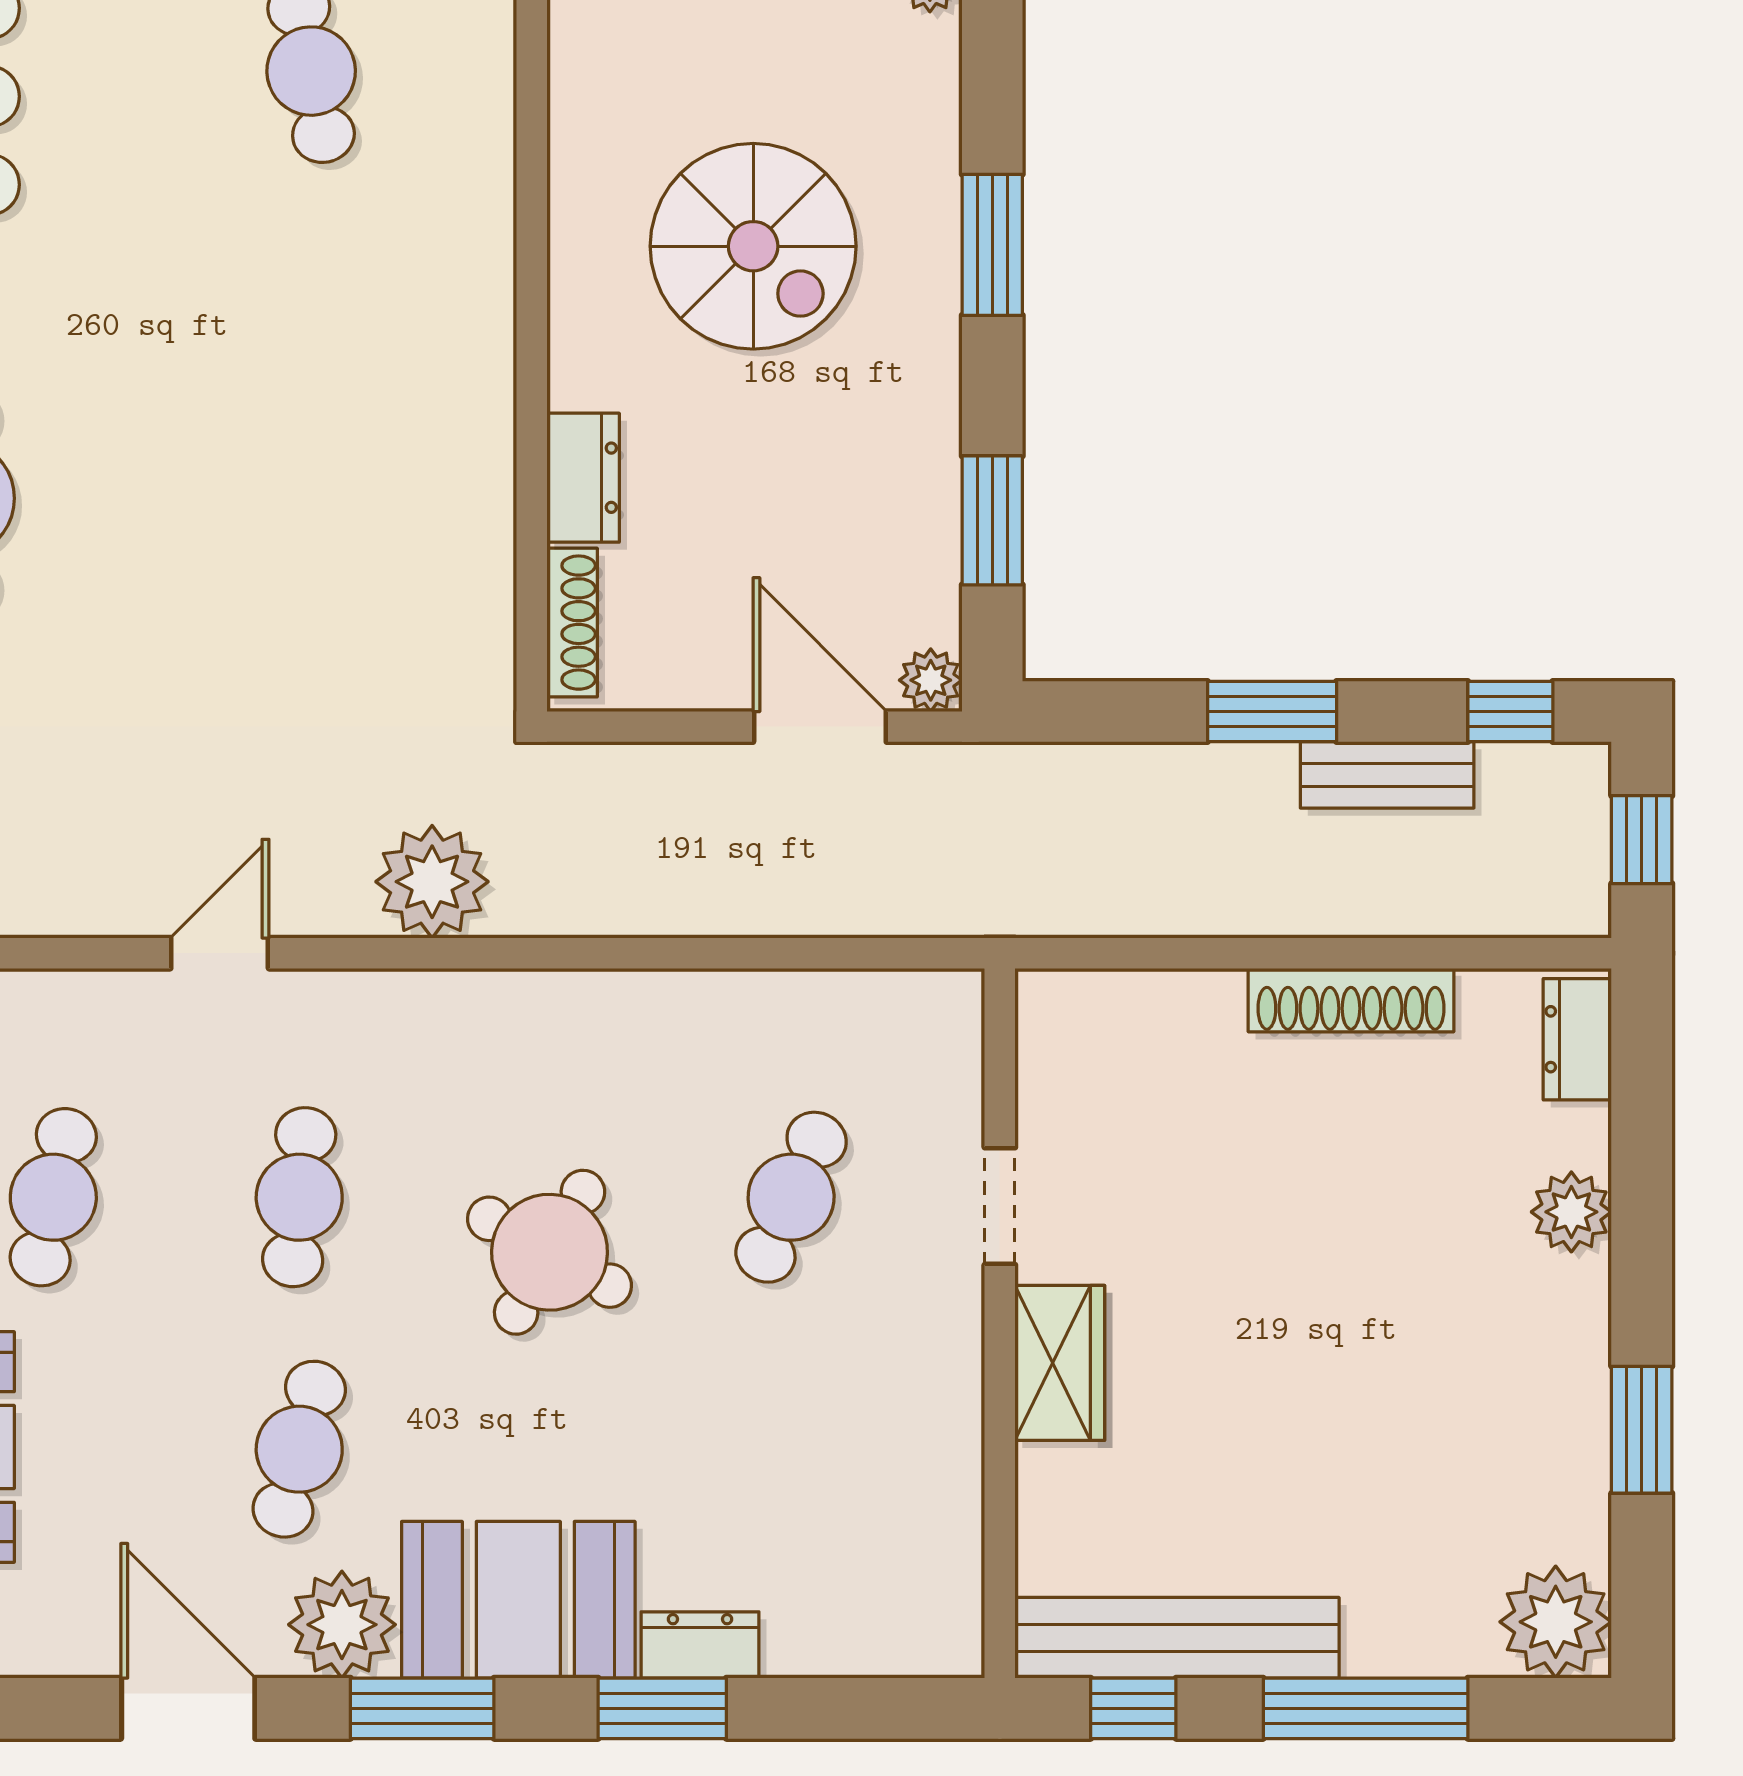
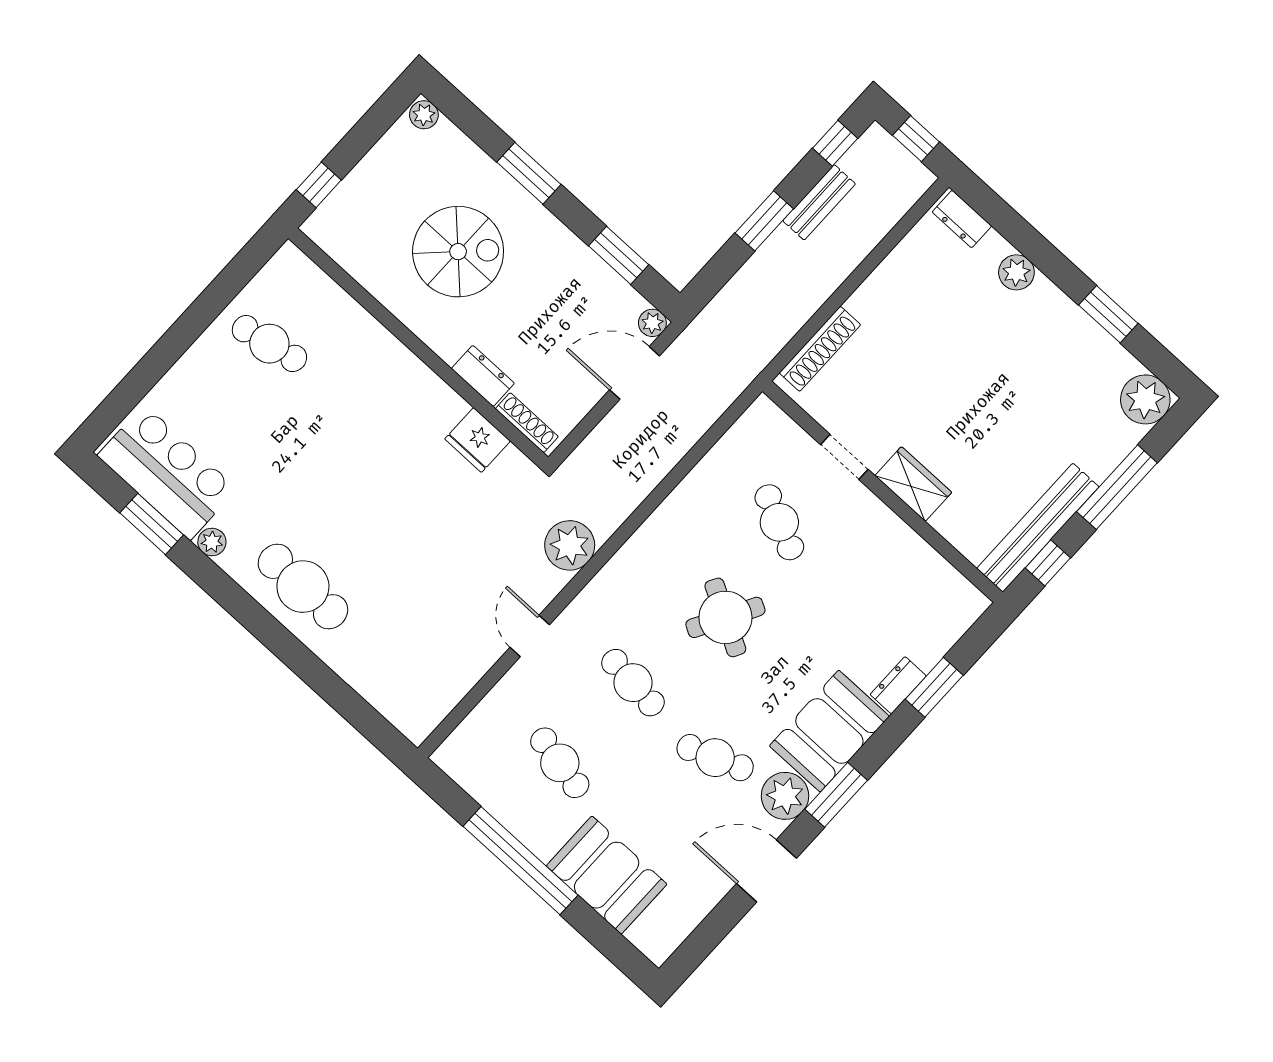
fridge: (468, 566) -> (477, 440), added
shoe rack: (1351, 1000) -> (820, 349), moved
cafe table: (299, 1449) -> (715, 758), turned -36
window: (662, 1708) -> (934, 687), moved

